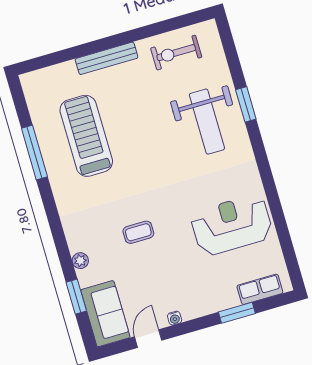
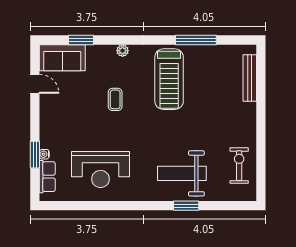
bench: (107, 58) -> (250, 78), moved
treadmill: (86, 136) -> (169, 79), moved, turned 90
reception desk: (232, 225) -> (101, 170), turned 90
plant: (80, 261) -> (123, 51), moved
water cooler: (175, 318) -> (44, 154), moved

